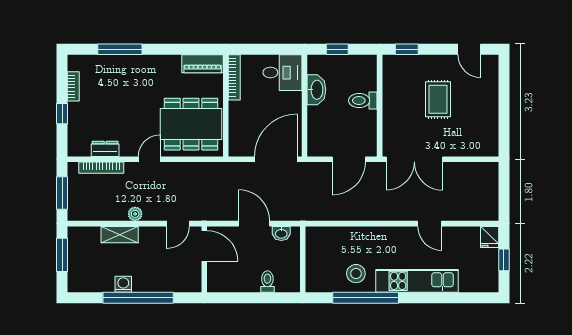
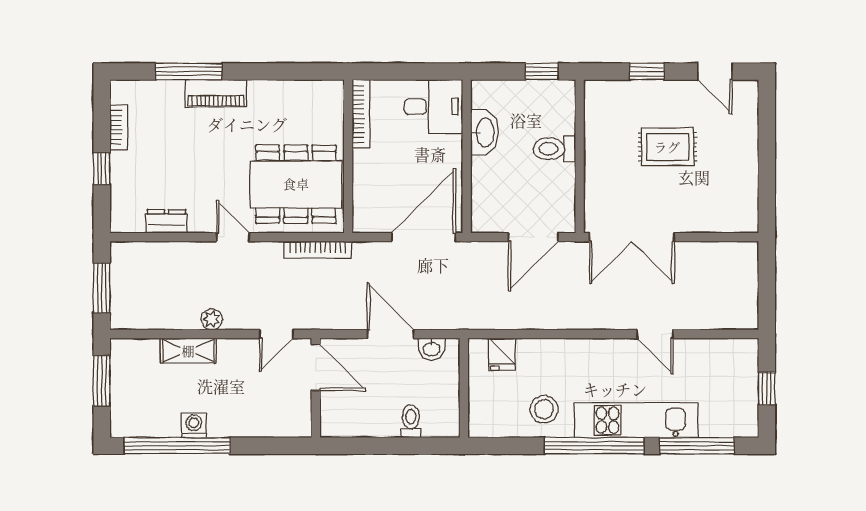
window: (337, 49) -> (542, 71), moved
window: (407, 49) -> (647, 71), moved
piano: (203, 64) -> (216, 93), moved
rug: (438, 99) -> (667, 147), turned 90
door: (149, 159) -> (233, 237), hinge flipped
bookcase: (101, 168) -> (318, 250), moved
fridge: (490, 237) -> (502, 354), moved
window: (138, 298) -> (177, 446), moved
window: (366, 298) -> (594, 446), moved
window: (458, 298) -> (697, 446), added

